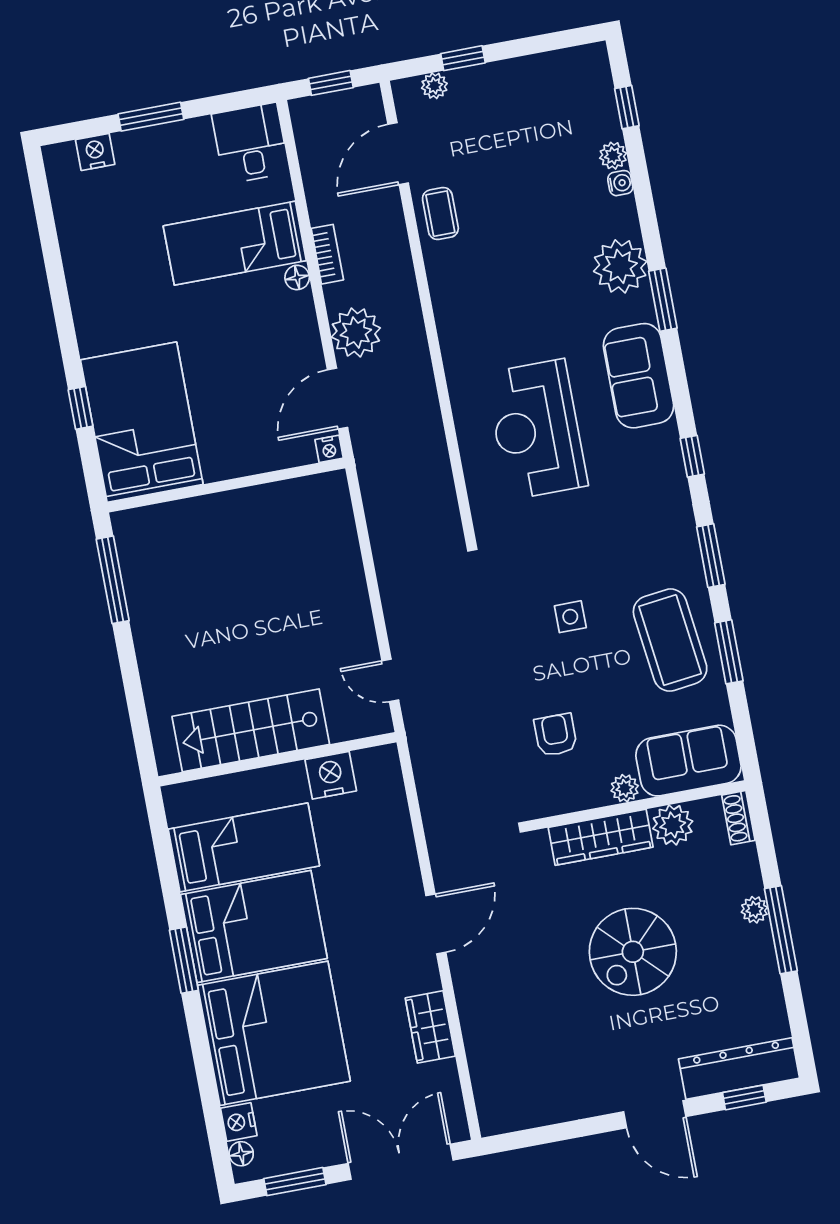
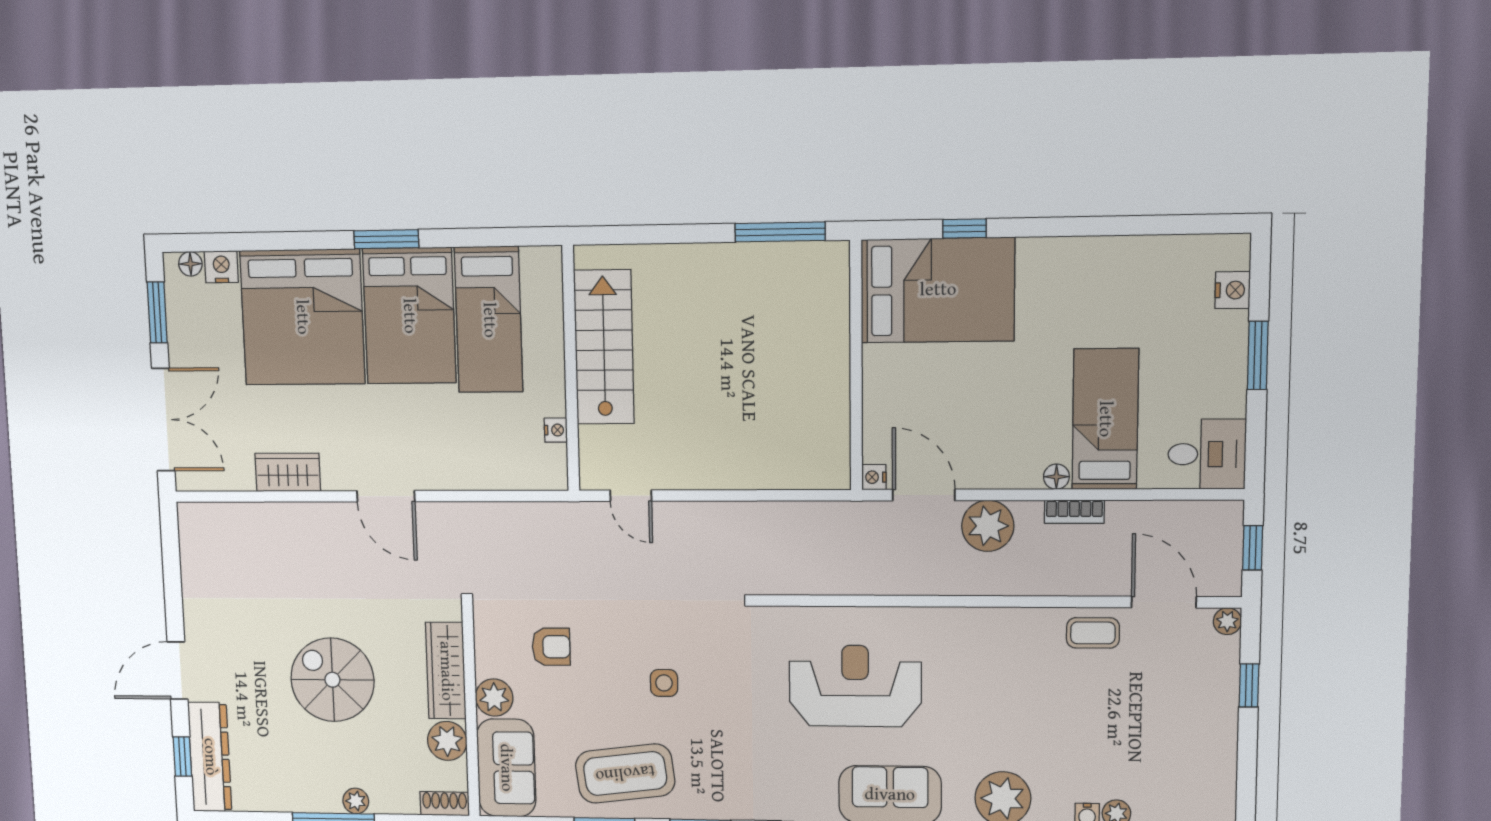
plant: (434, 86) -> (1227, 621), moved
door: (390, 680) -> (631, 496), swing flipped
nightstand: (331, 775) -> (556, 430), width x0.53, depth x0.56
plant: (625, 788) -> (494, 698), width x1.38, depth x1.38

